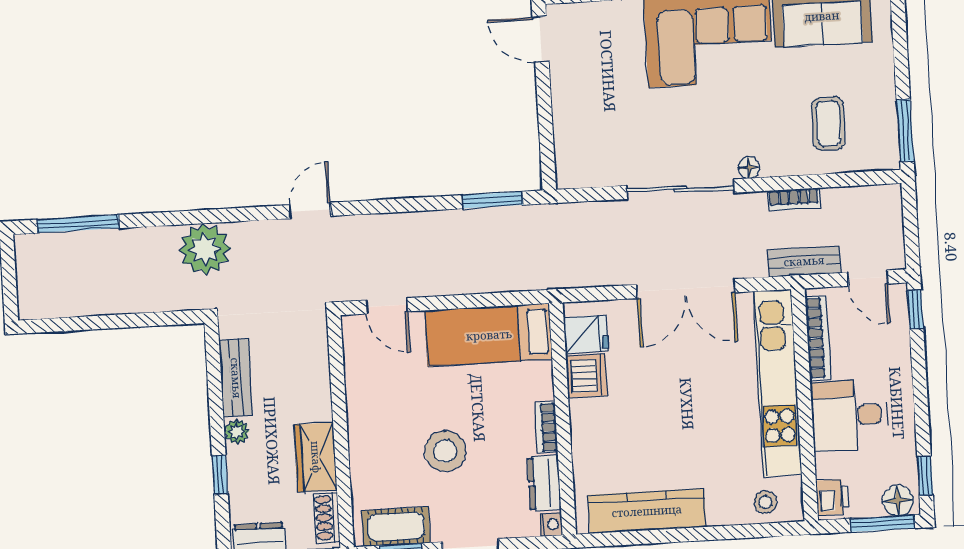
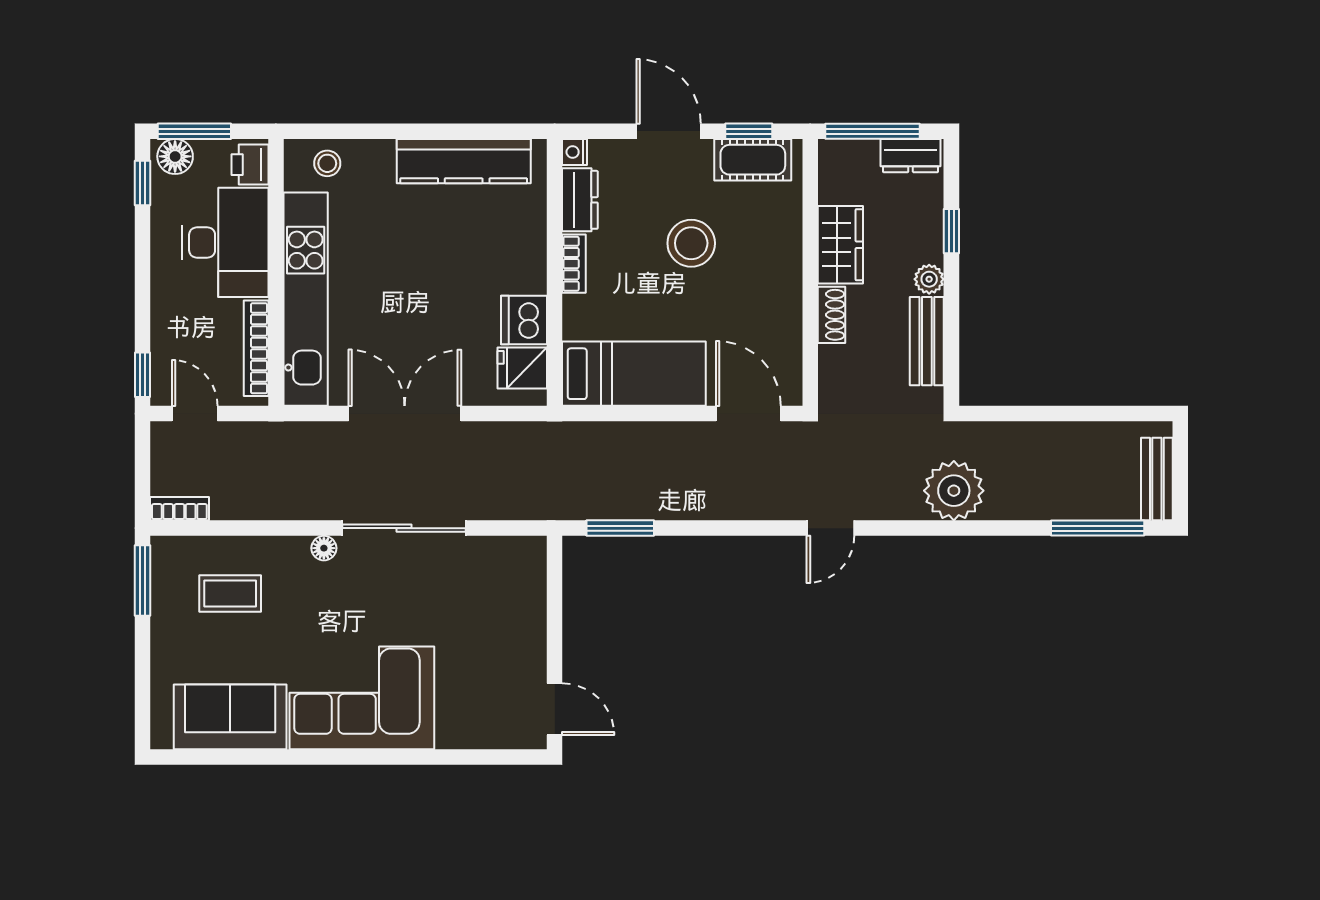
coffee table: (828, 124) -> (230, 594), turned 90
bookcase: (794, 199) -> (179, 509), moved
bench: (804, 261) -> (1157, 479), moved, turned 90
door: (387, 306) -> (748, 414), width x1.37
desk: (849, 415) -> (225, 242), width x1.37
shoe rack: (327, 518) -> (832, 315), moved

